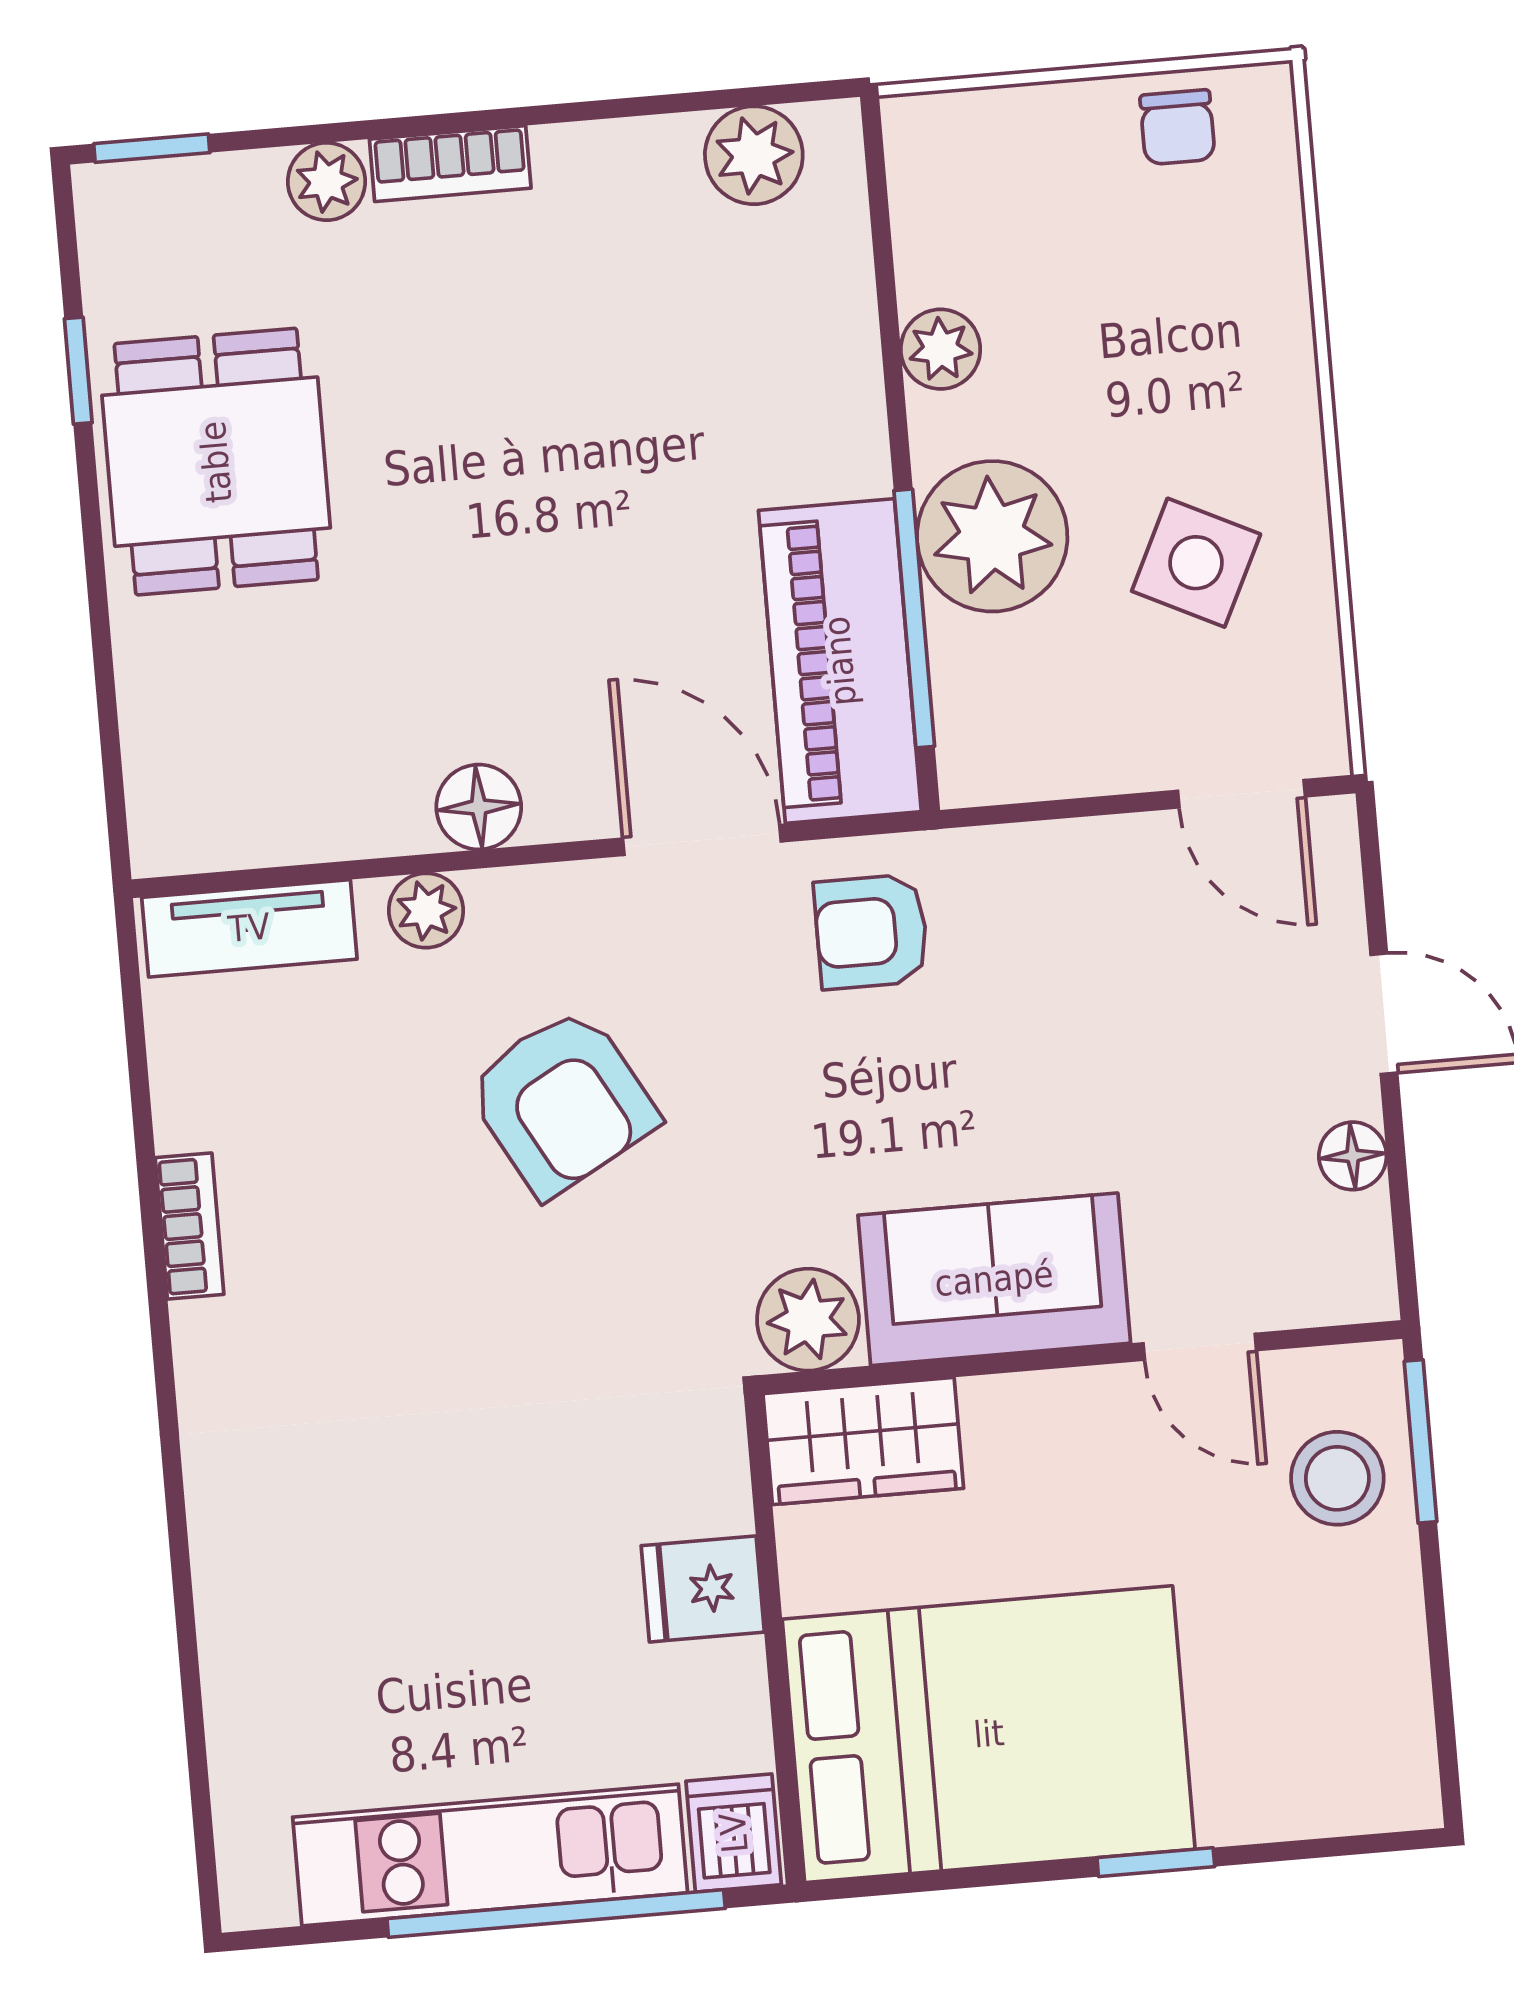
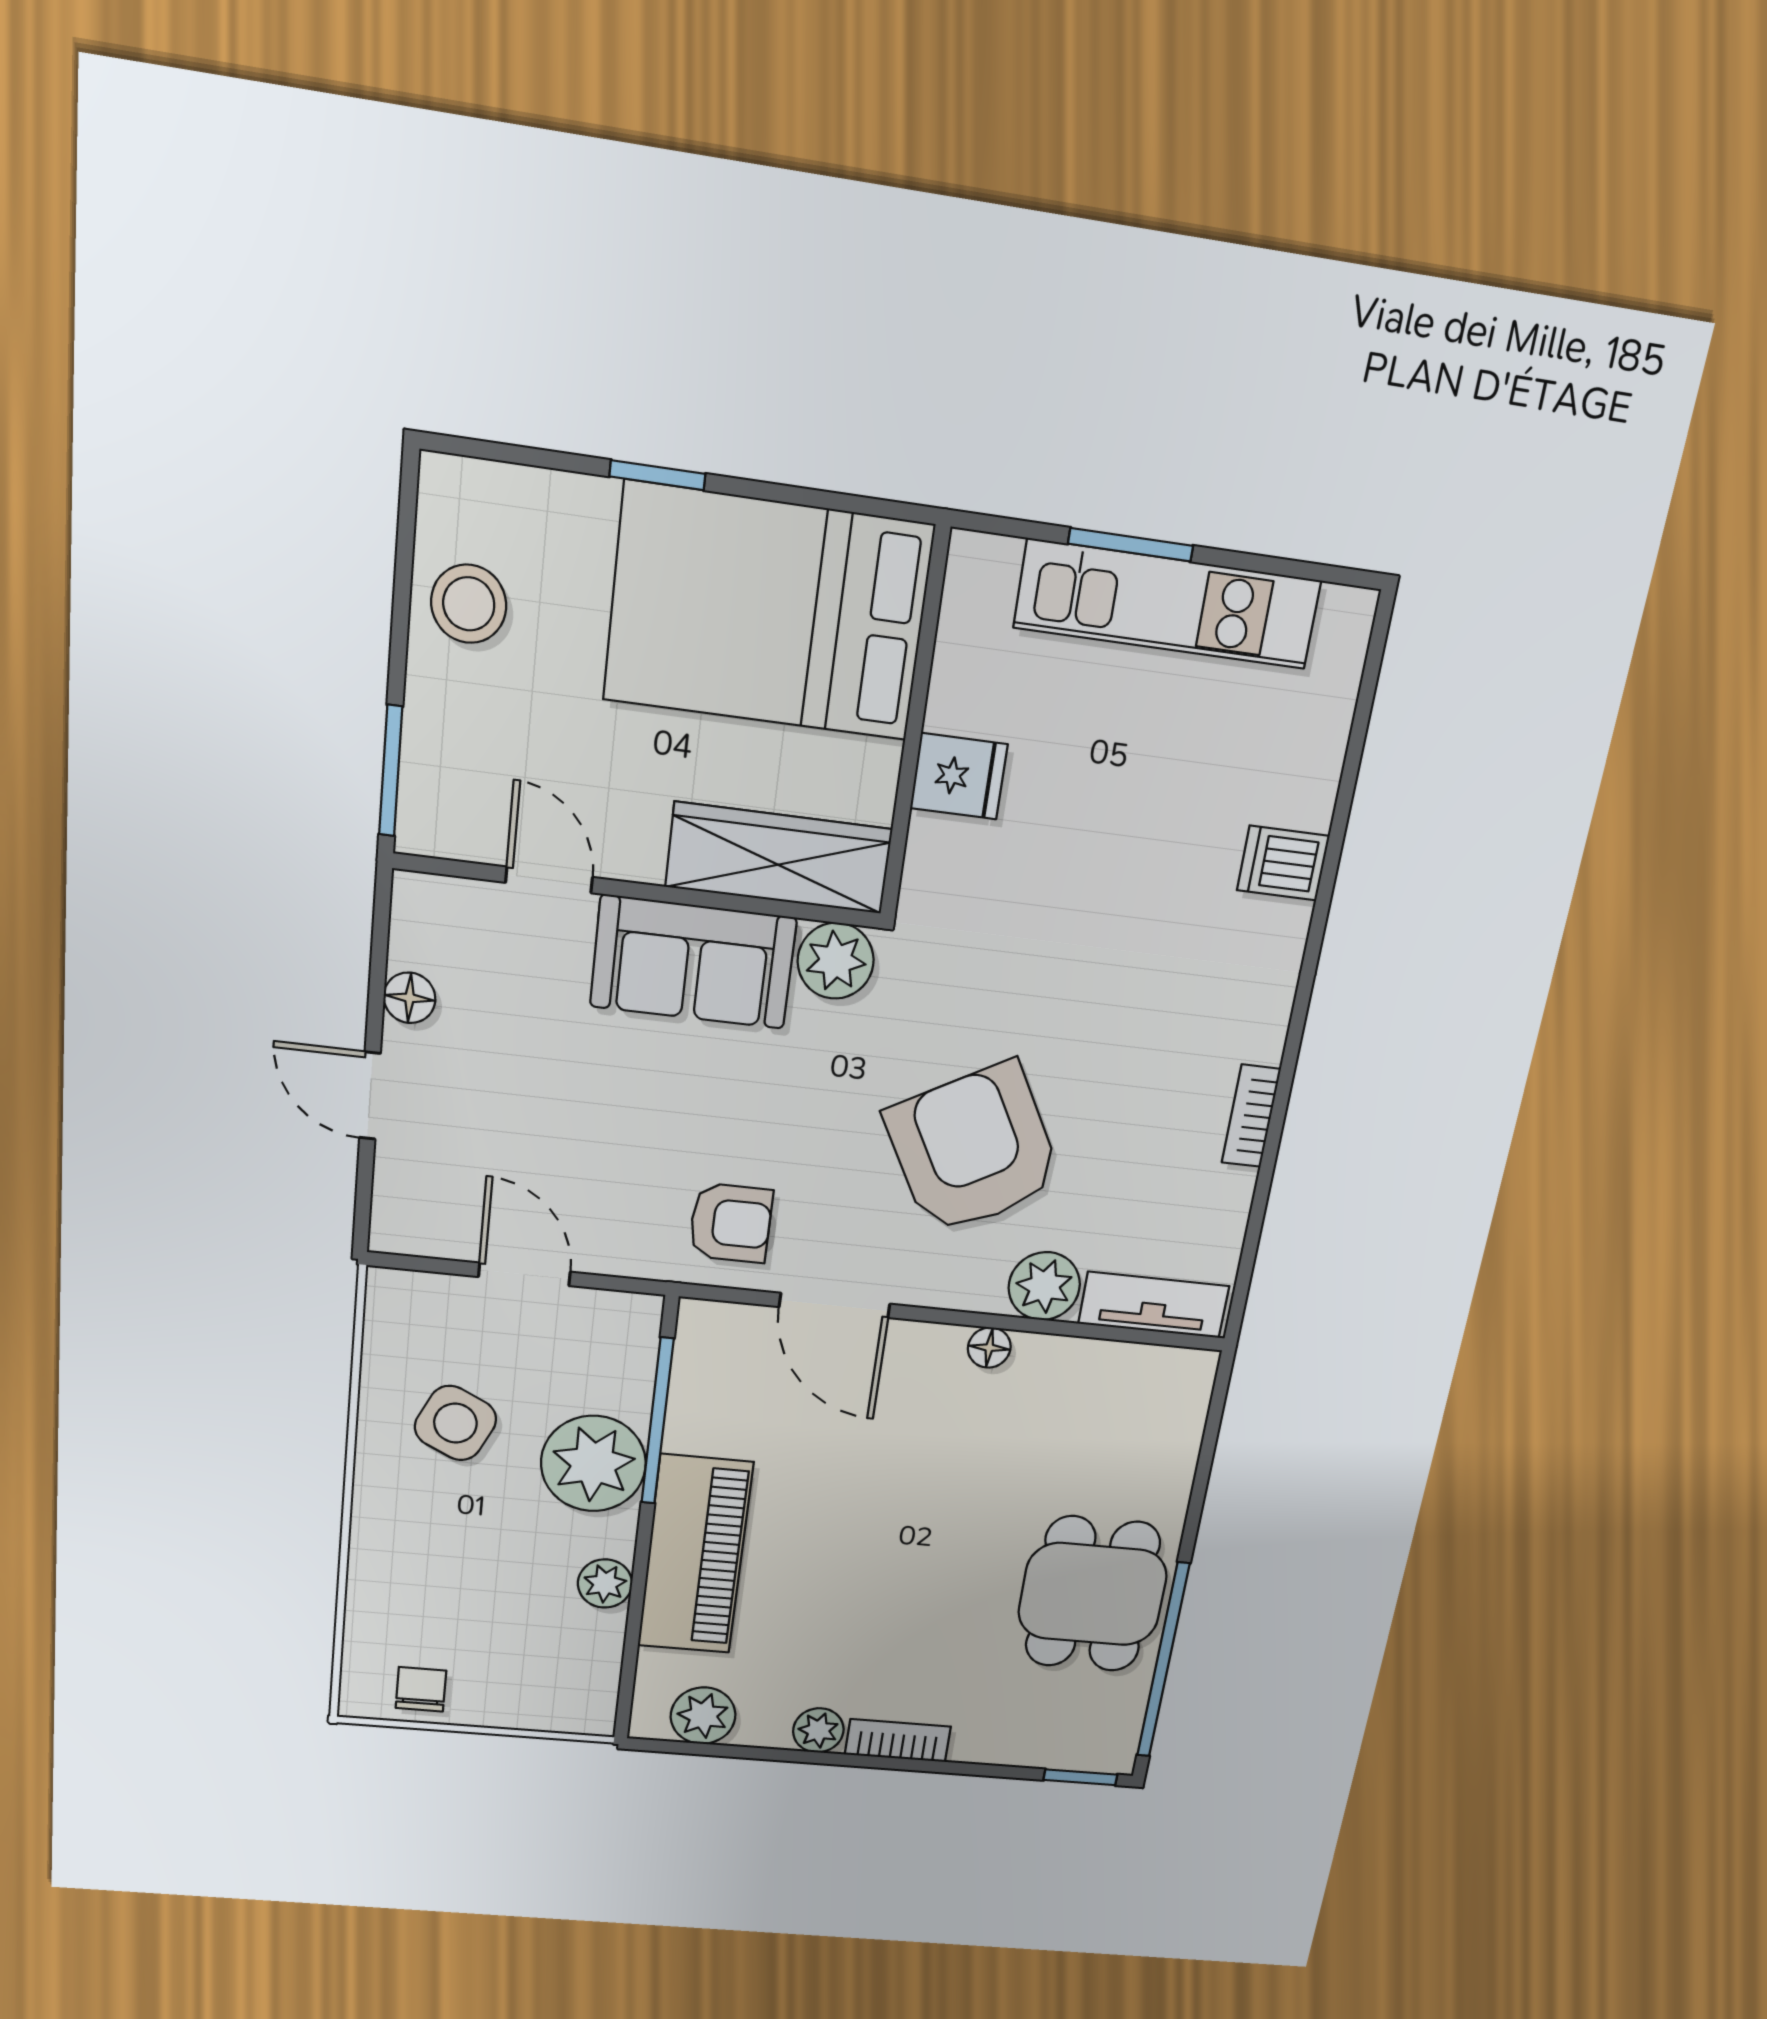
plant: (326, 182) -> (818, 1730), moved
window: (78, 371) -> (1163, 1661), width x3.17
piano: (840, 661) -> (695, 1555), moved
door: (1241, 794) -> (524, 1274), moved
floor lamp: (479, 807) -> (989, 1348), width x0.73, depth x0.73
plant: (426, 911) -> (1044, 1286), width x1.38, depth x1.38
armchair: (562, 1102) -> (973, 1149), width x1.36, depth x1.36
wardrobe: (863, 1441) -> (779, 858), width x1.50
stool: (1337, 1478) -> (469, 604), moved
dishwasher: (734, 1833) -> (1283, 863), moved, turned 90
window: (556, 1914) -> (1131, 545), width x0.47

